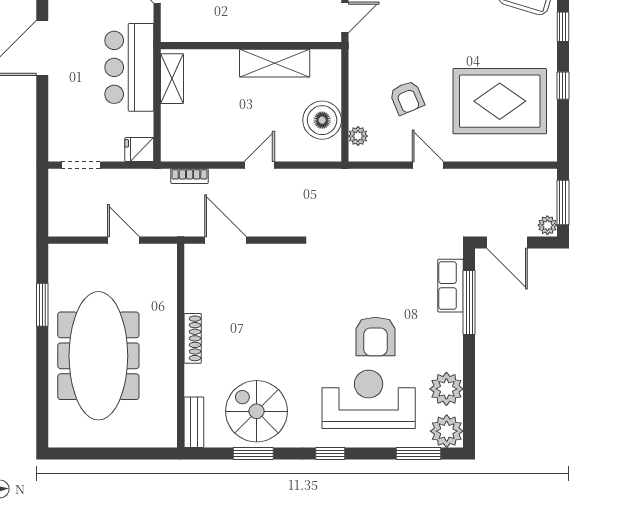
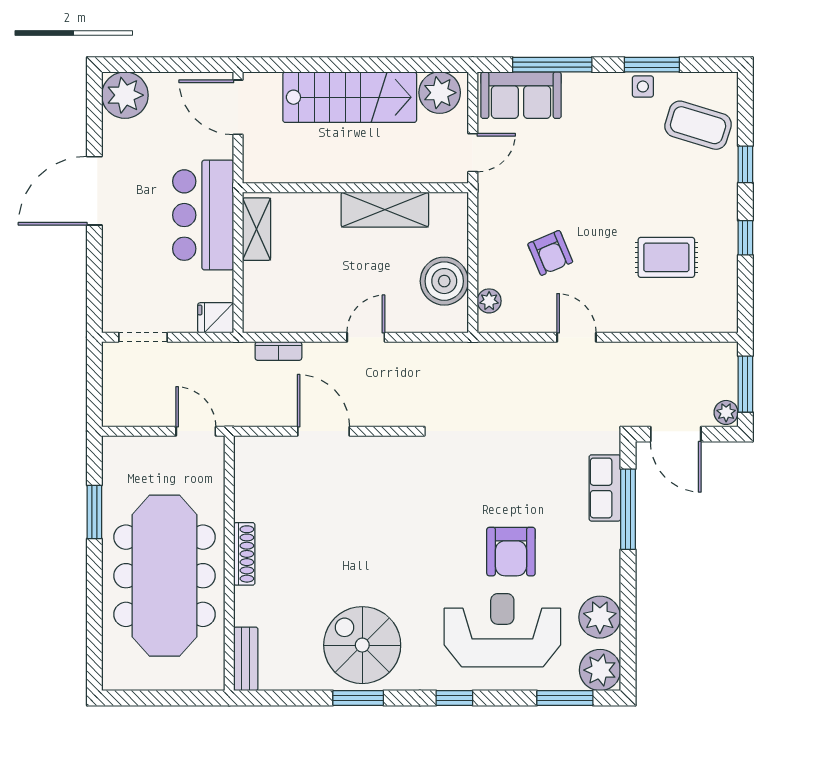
rug: (500, 101) -> (666, 257), width x0.54, depth x0.49
shoe rack: (193, 338) -> (244, 554), moved
wall: (181, 346) -> (229, 563), moved
bench: (194, 422) -> (246, 659), moved

